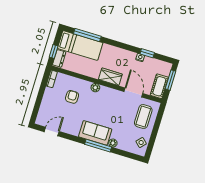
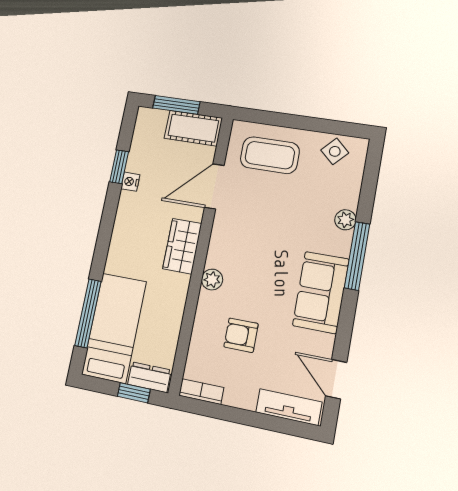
tv unit: (43, 112) -> (289, 407), added
sofa: (95, 133) -> (321, 292), moved

